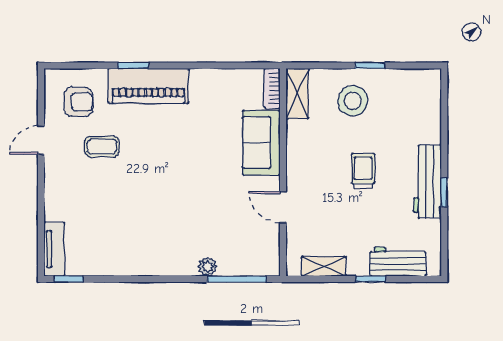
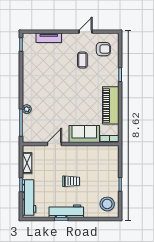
piano: (148, 86) -> (111, 105), moved
shelving: (297, 94) -> (107, 151), removed
stool: (353, 101) -> (107, 204), moved
armchair: (78, 102) -> (103, 49), turned -90
door: (41, 140) -> (85, 32), hinge flipped
tv unit: (54, 249) -> (49, 38), moved
workbench: (398, 262) -> (29, 197), width x1.38

